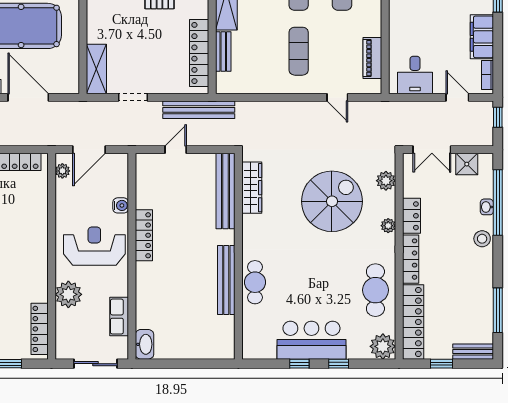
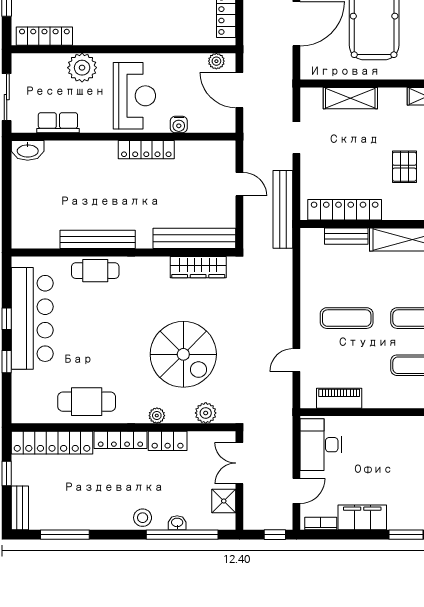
shelving: (96, 69) -> (350, 98), moved
desk: (415, 75) -> (321, 445), width x1.37
bar counter: (311, 340) -> (32, 318), width x1.36
plant: (383, 346) -> (25, 410), removed

